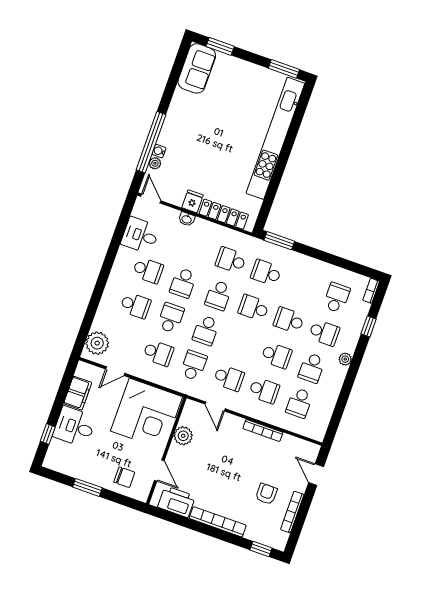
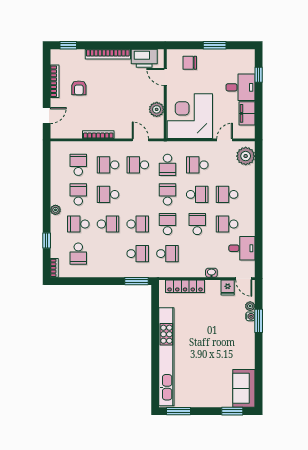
window: (151, 142) -> (259, 321), width x0.47
fridge: (193, 201) -> (228, 288), moved
school desk: (171, 318) -> (197, 194), turned -90
door: (316, 475) -> (47, 116), hinge flipped

